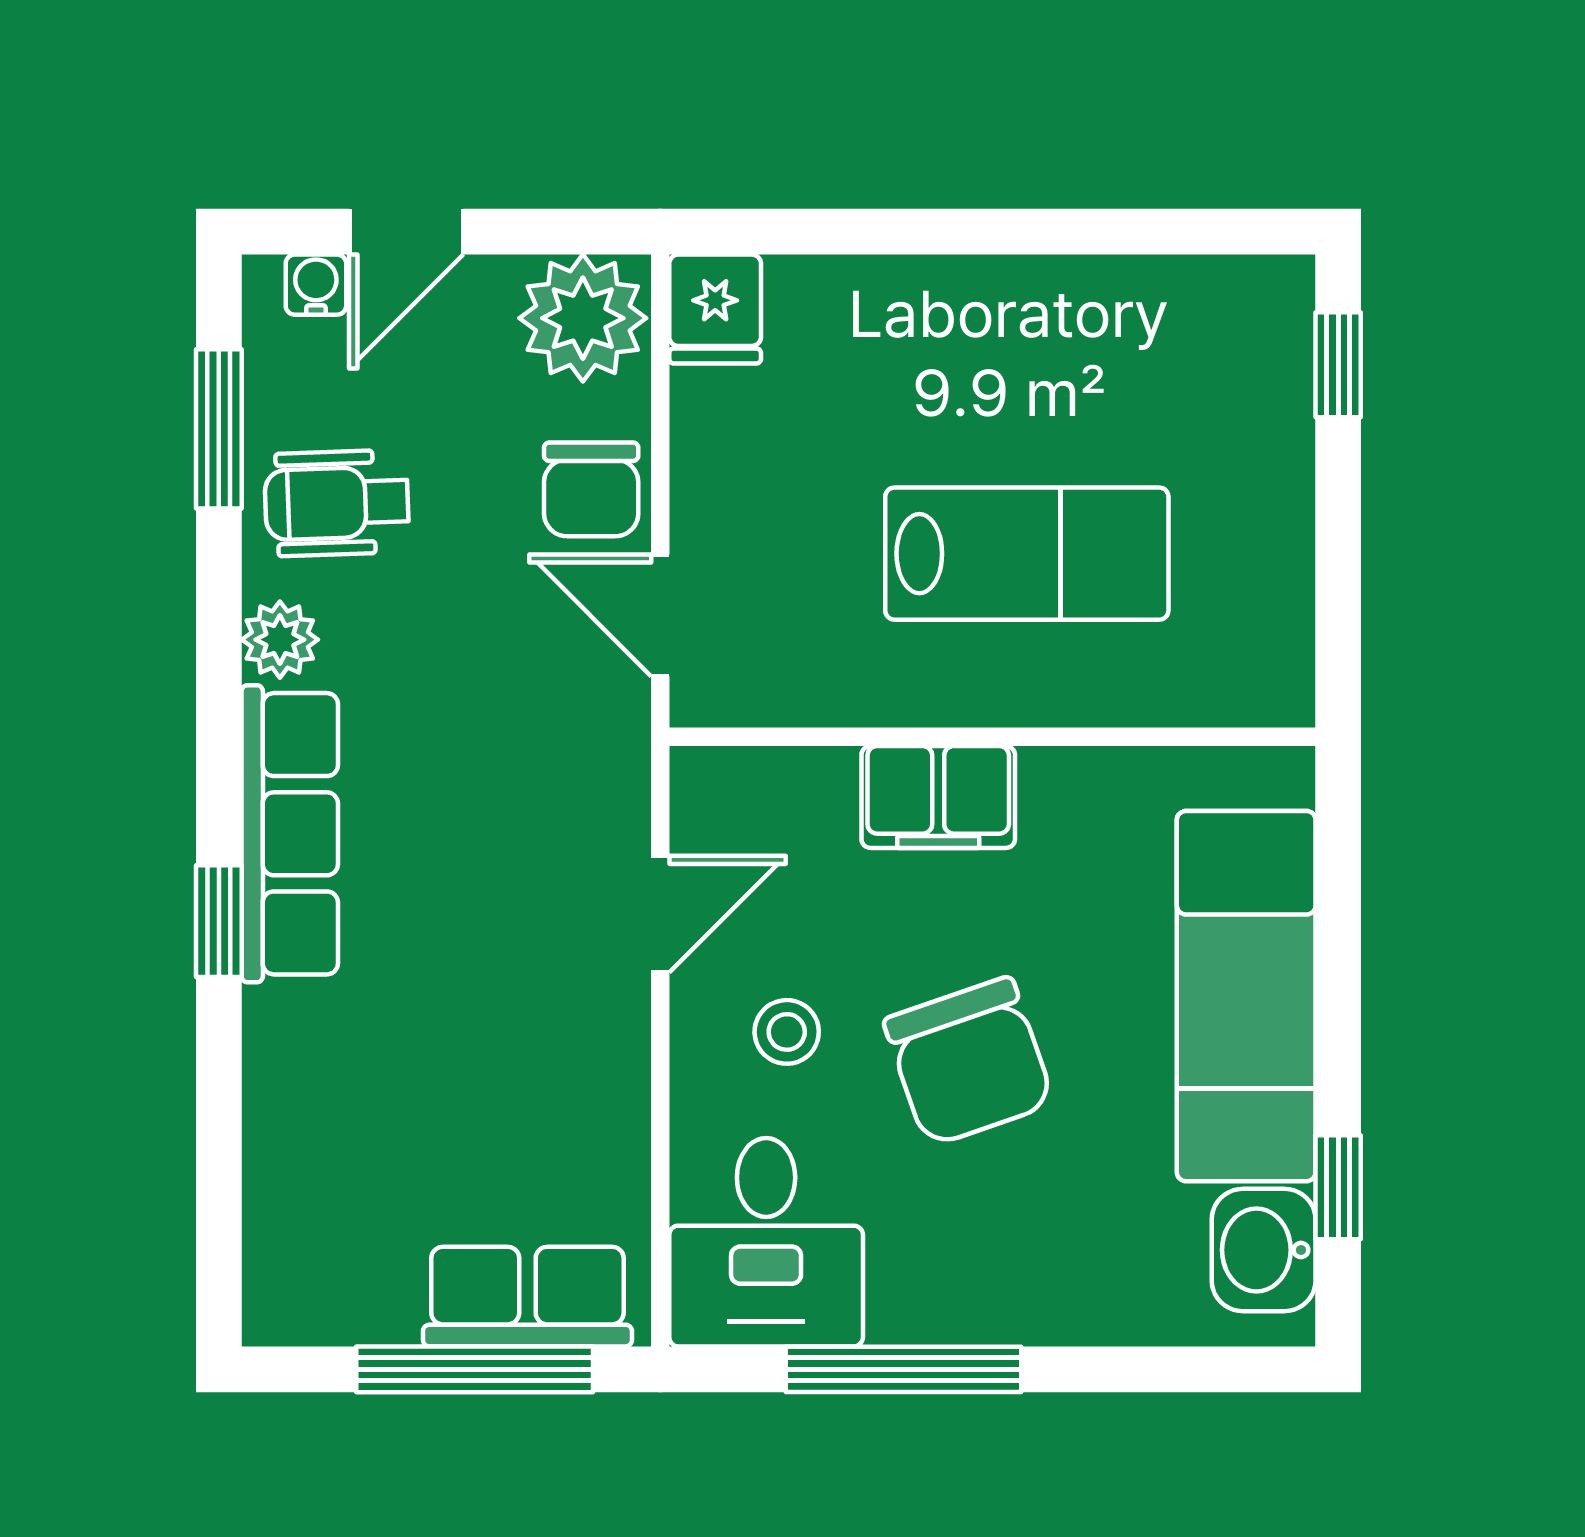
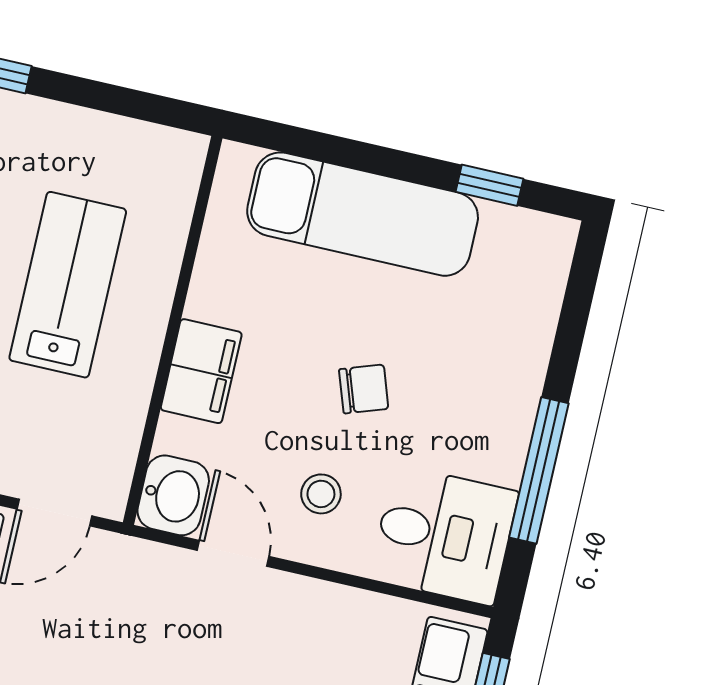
chair: (969, 1062) -> (364, 389), width x0.54, depth x0.54
washbasin: (1264, 1250) -> (173, 495), moved, turned -90

